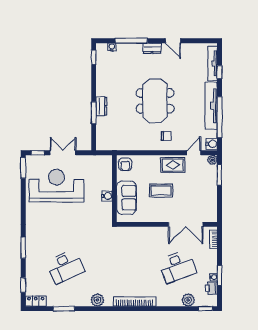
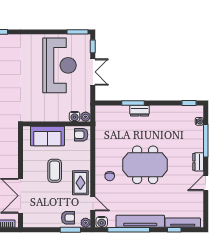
plant: (107, 160) -> (86, 117), added
armchair: (208, 177) -> (68, 218), added
water cooler: (107, 196) -> (75, 116), moved

